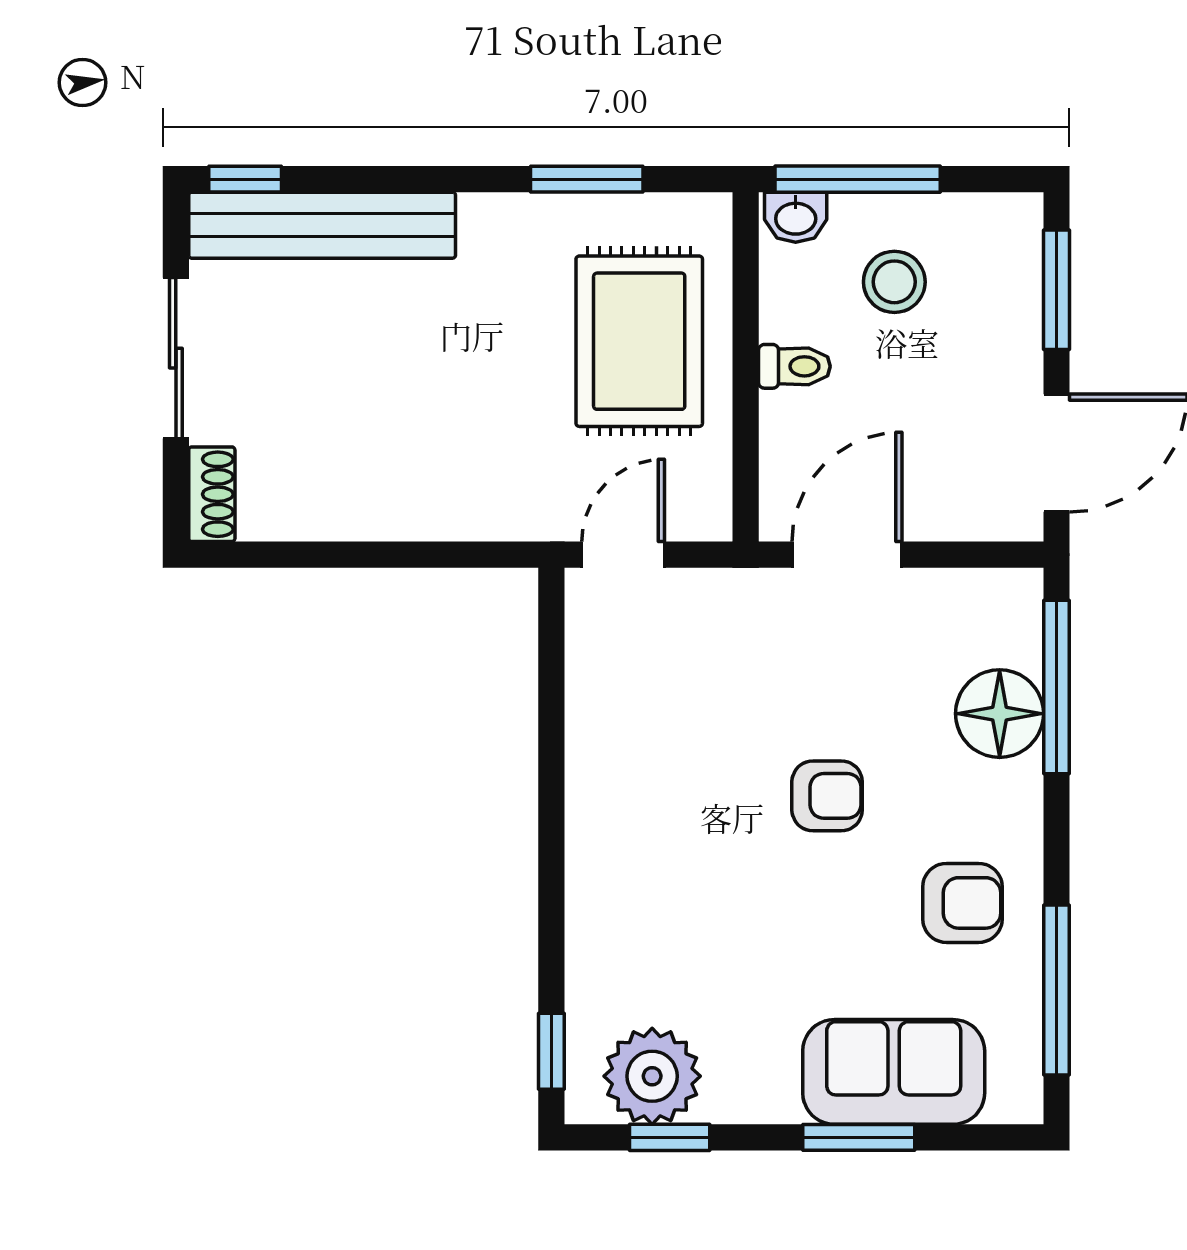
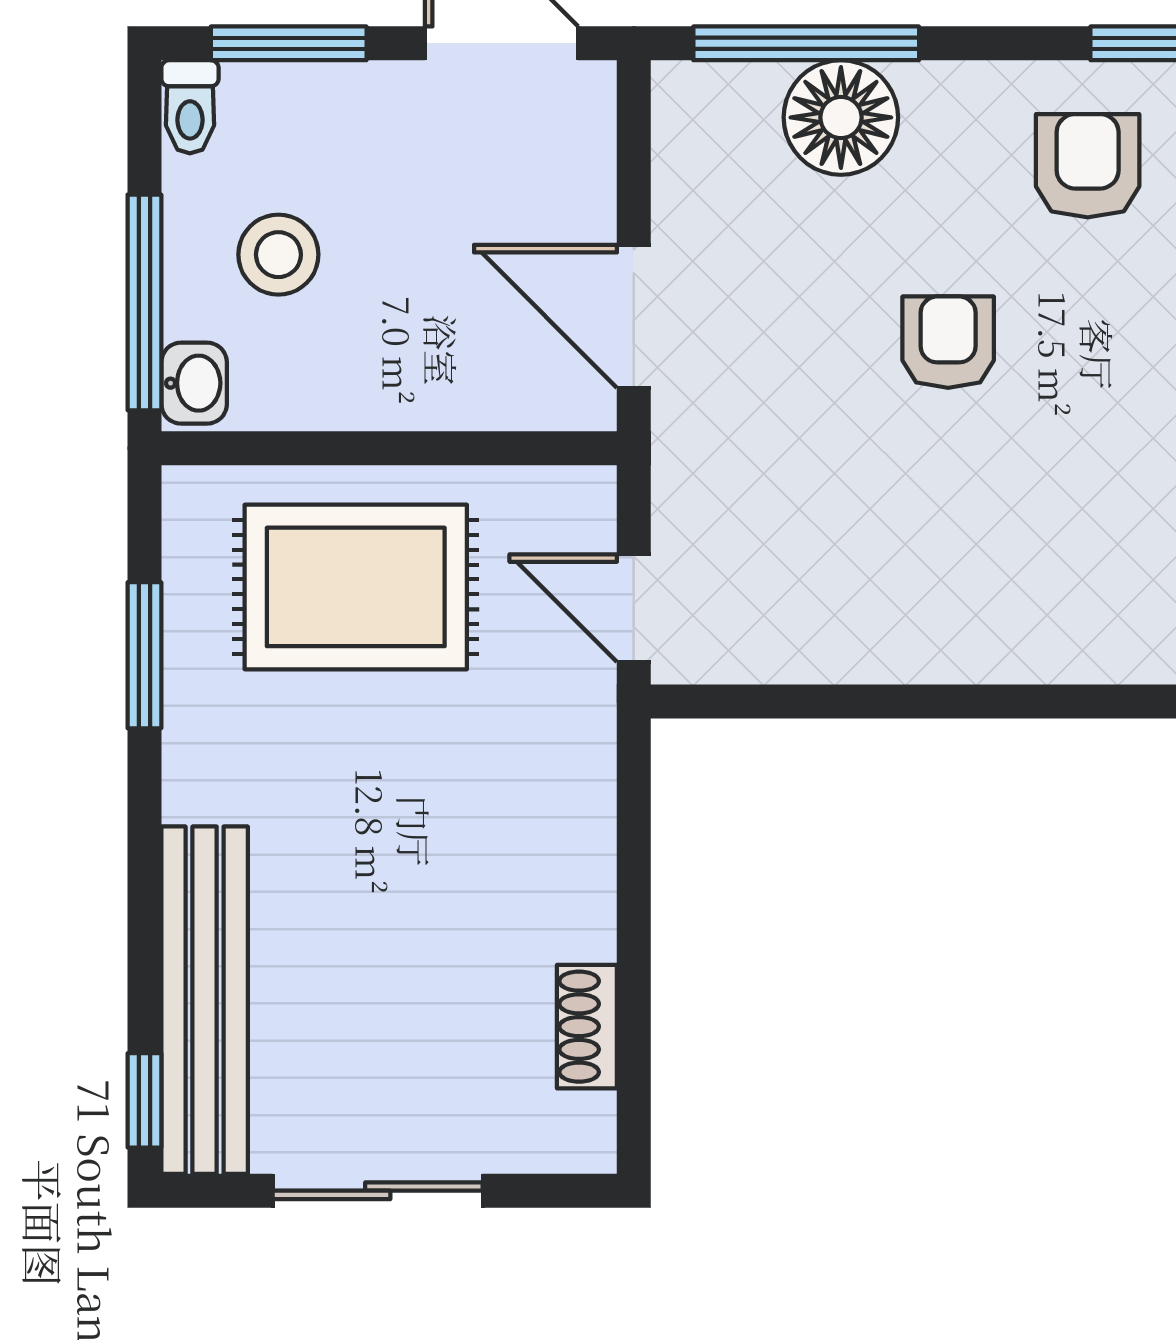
toilet: (794, 366) -> (190, 107), moved, turned 180
shoe rack: (212, 494) -> (587, 1027), moved, turned -90

